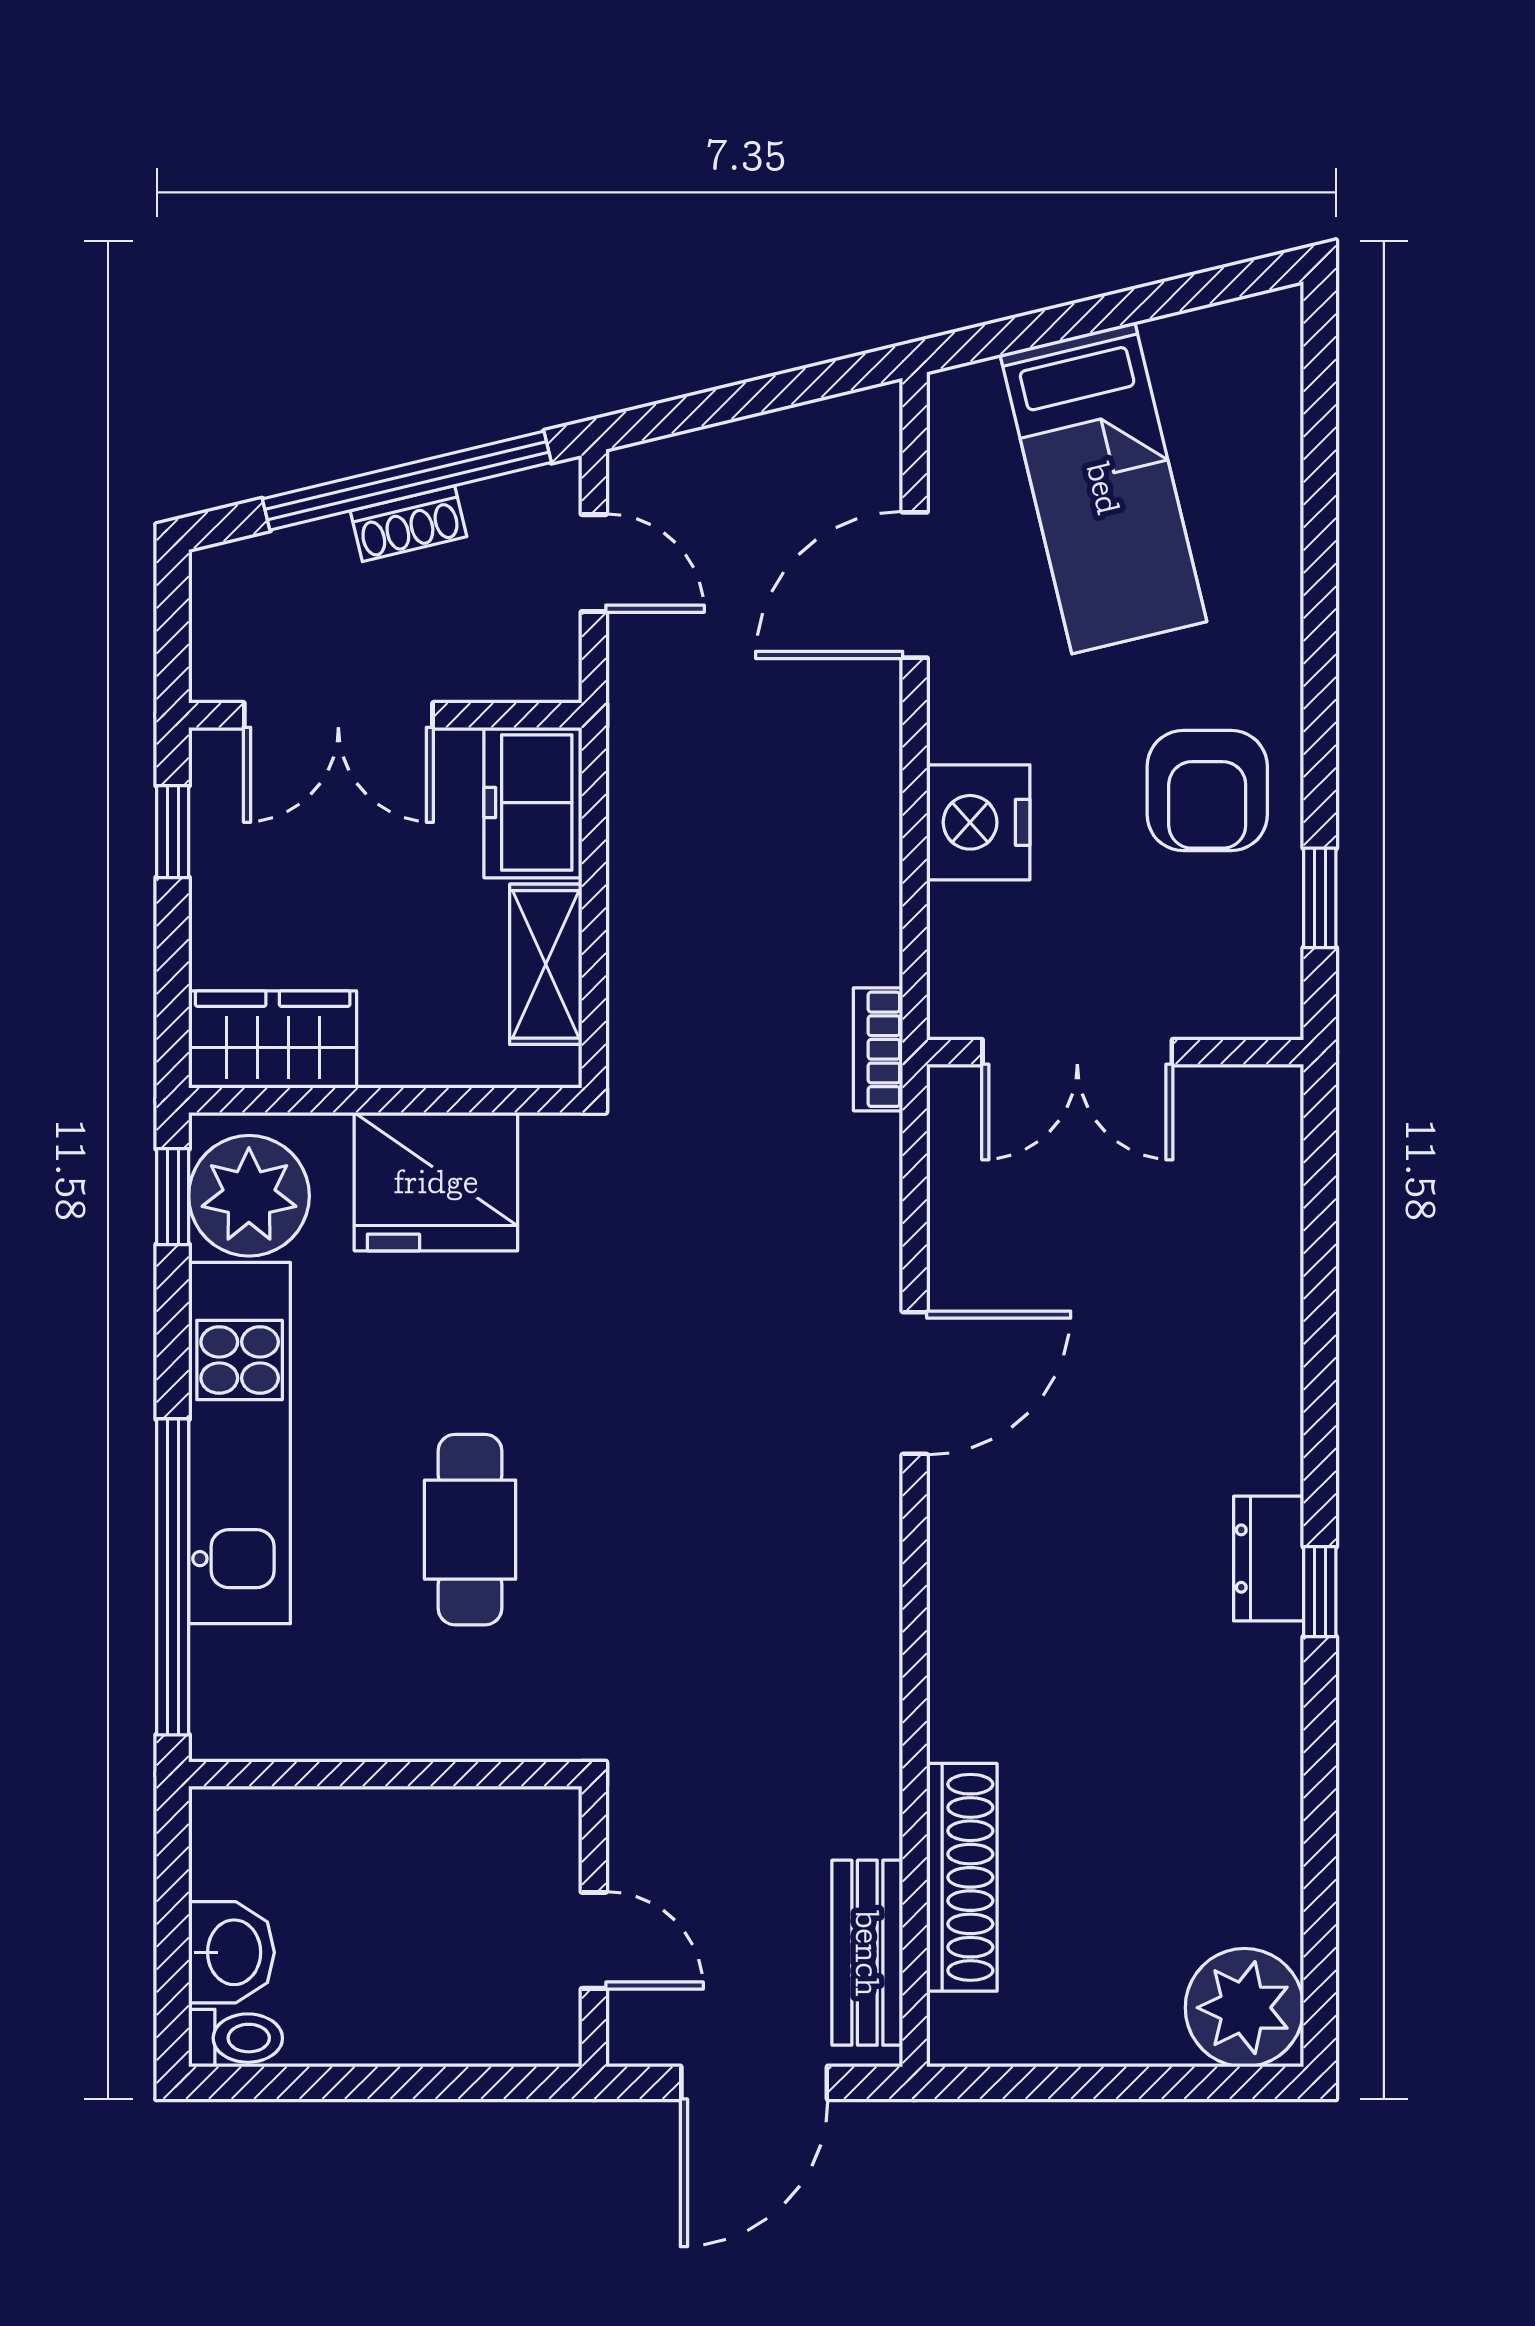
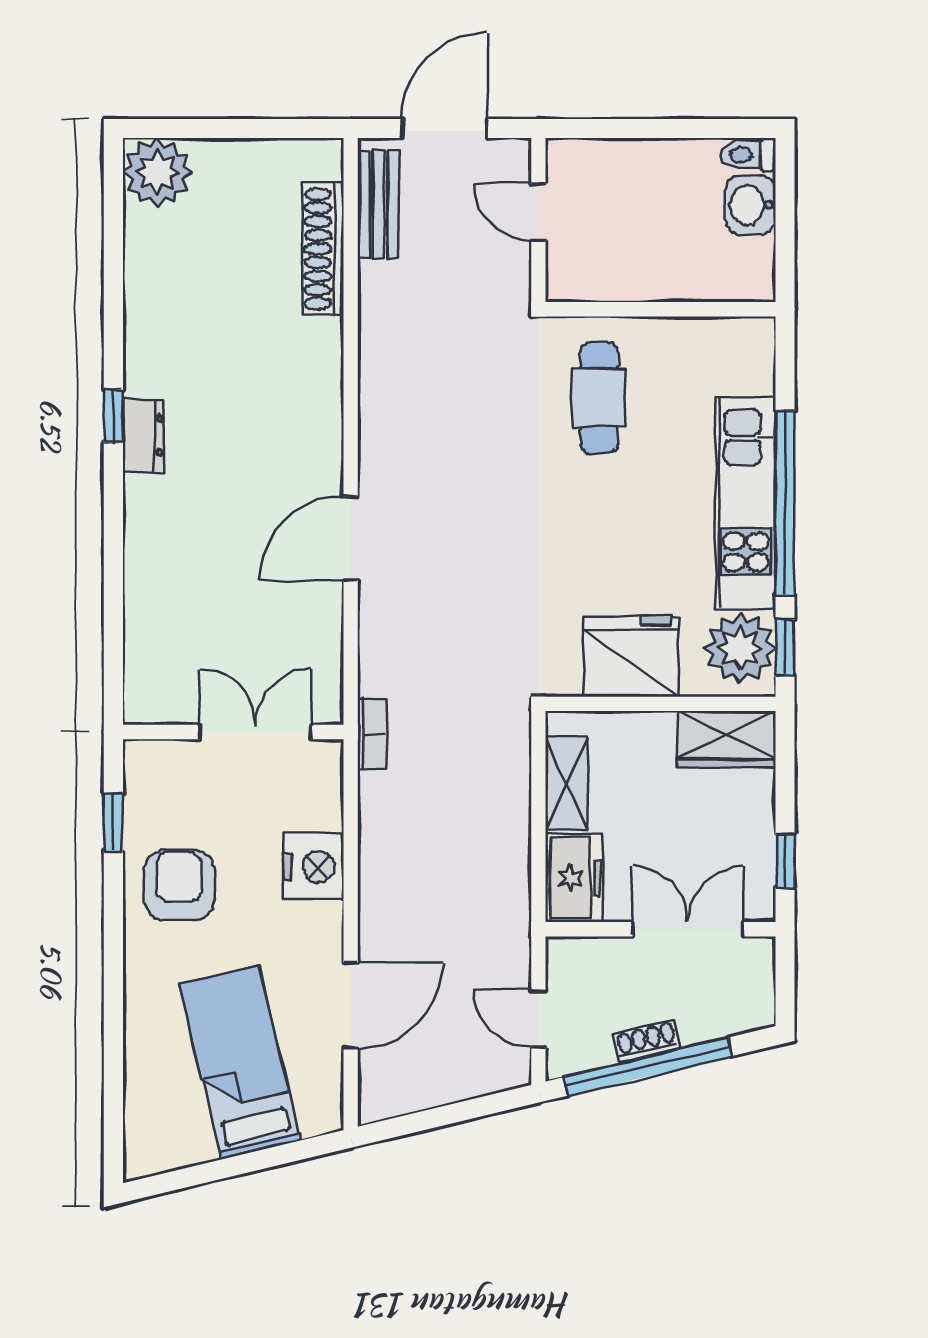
cafe table: (470, 1530) -> (599, 398), moved
window: (173, 1577) -> (785, 503), moved

